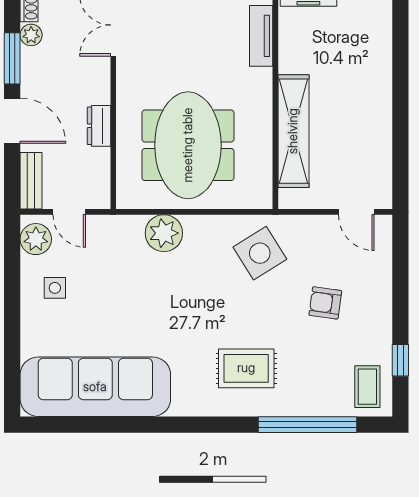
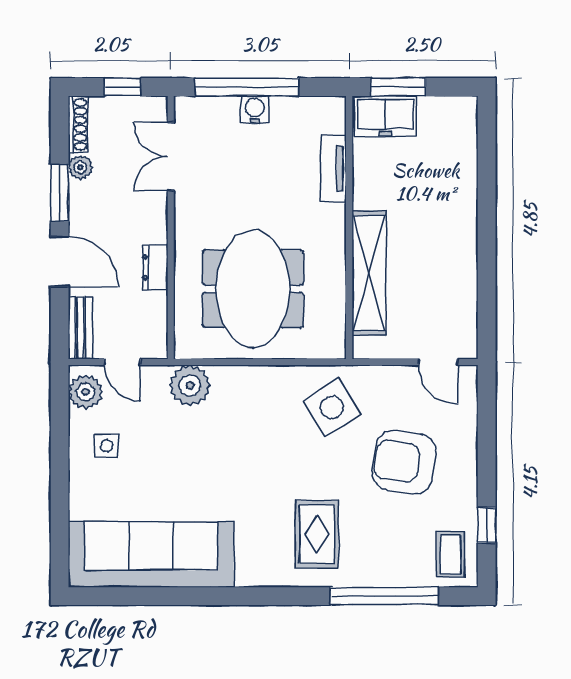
plant: (164, 233) -> (190, 385), moved
armchair: (325, 303) -> (404, 462), width x1.88, depth x1.88
rug: (246, 368) -> (317, 534), turned 90

